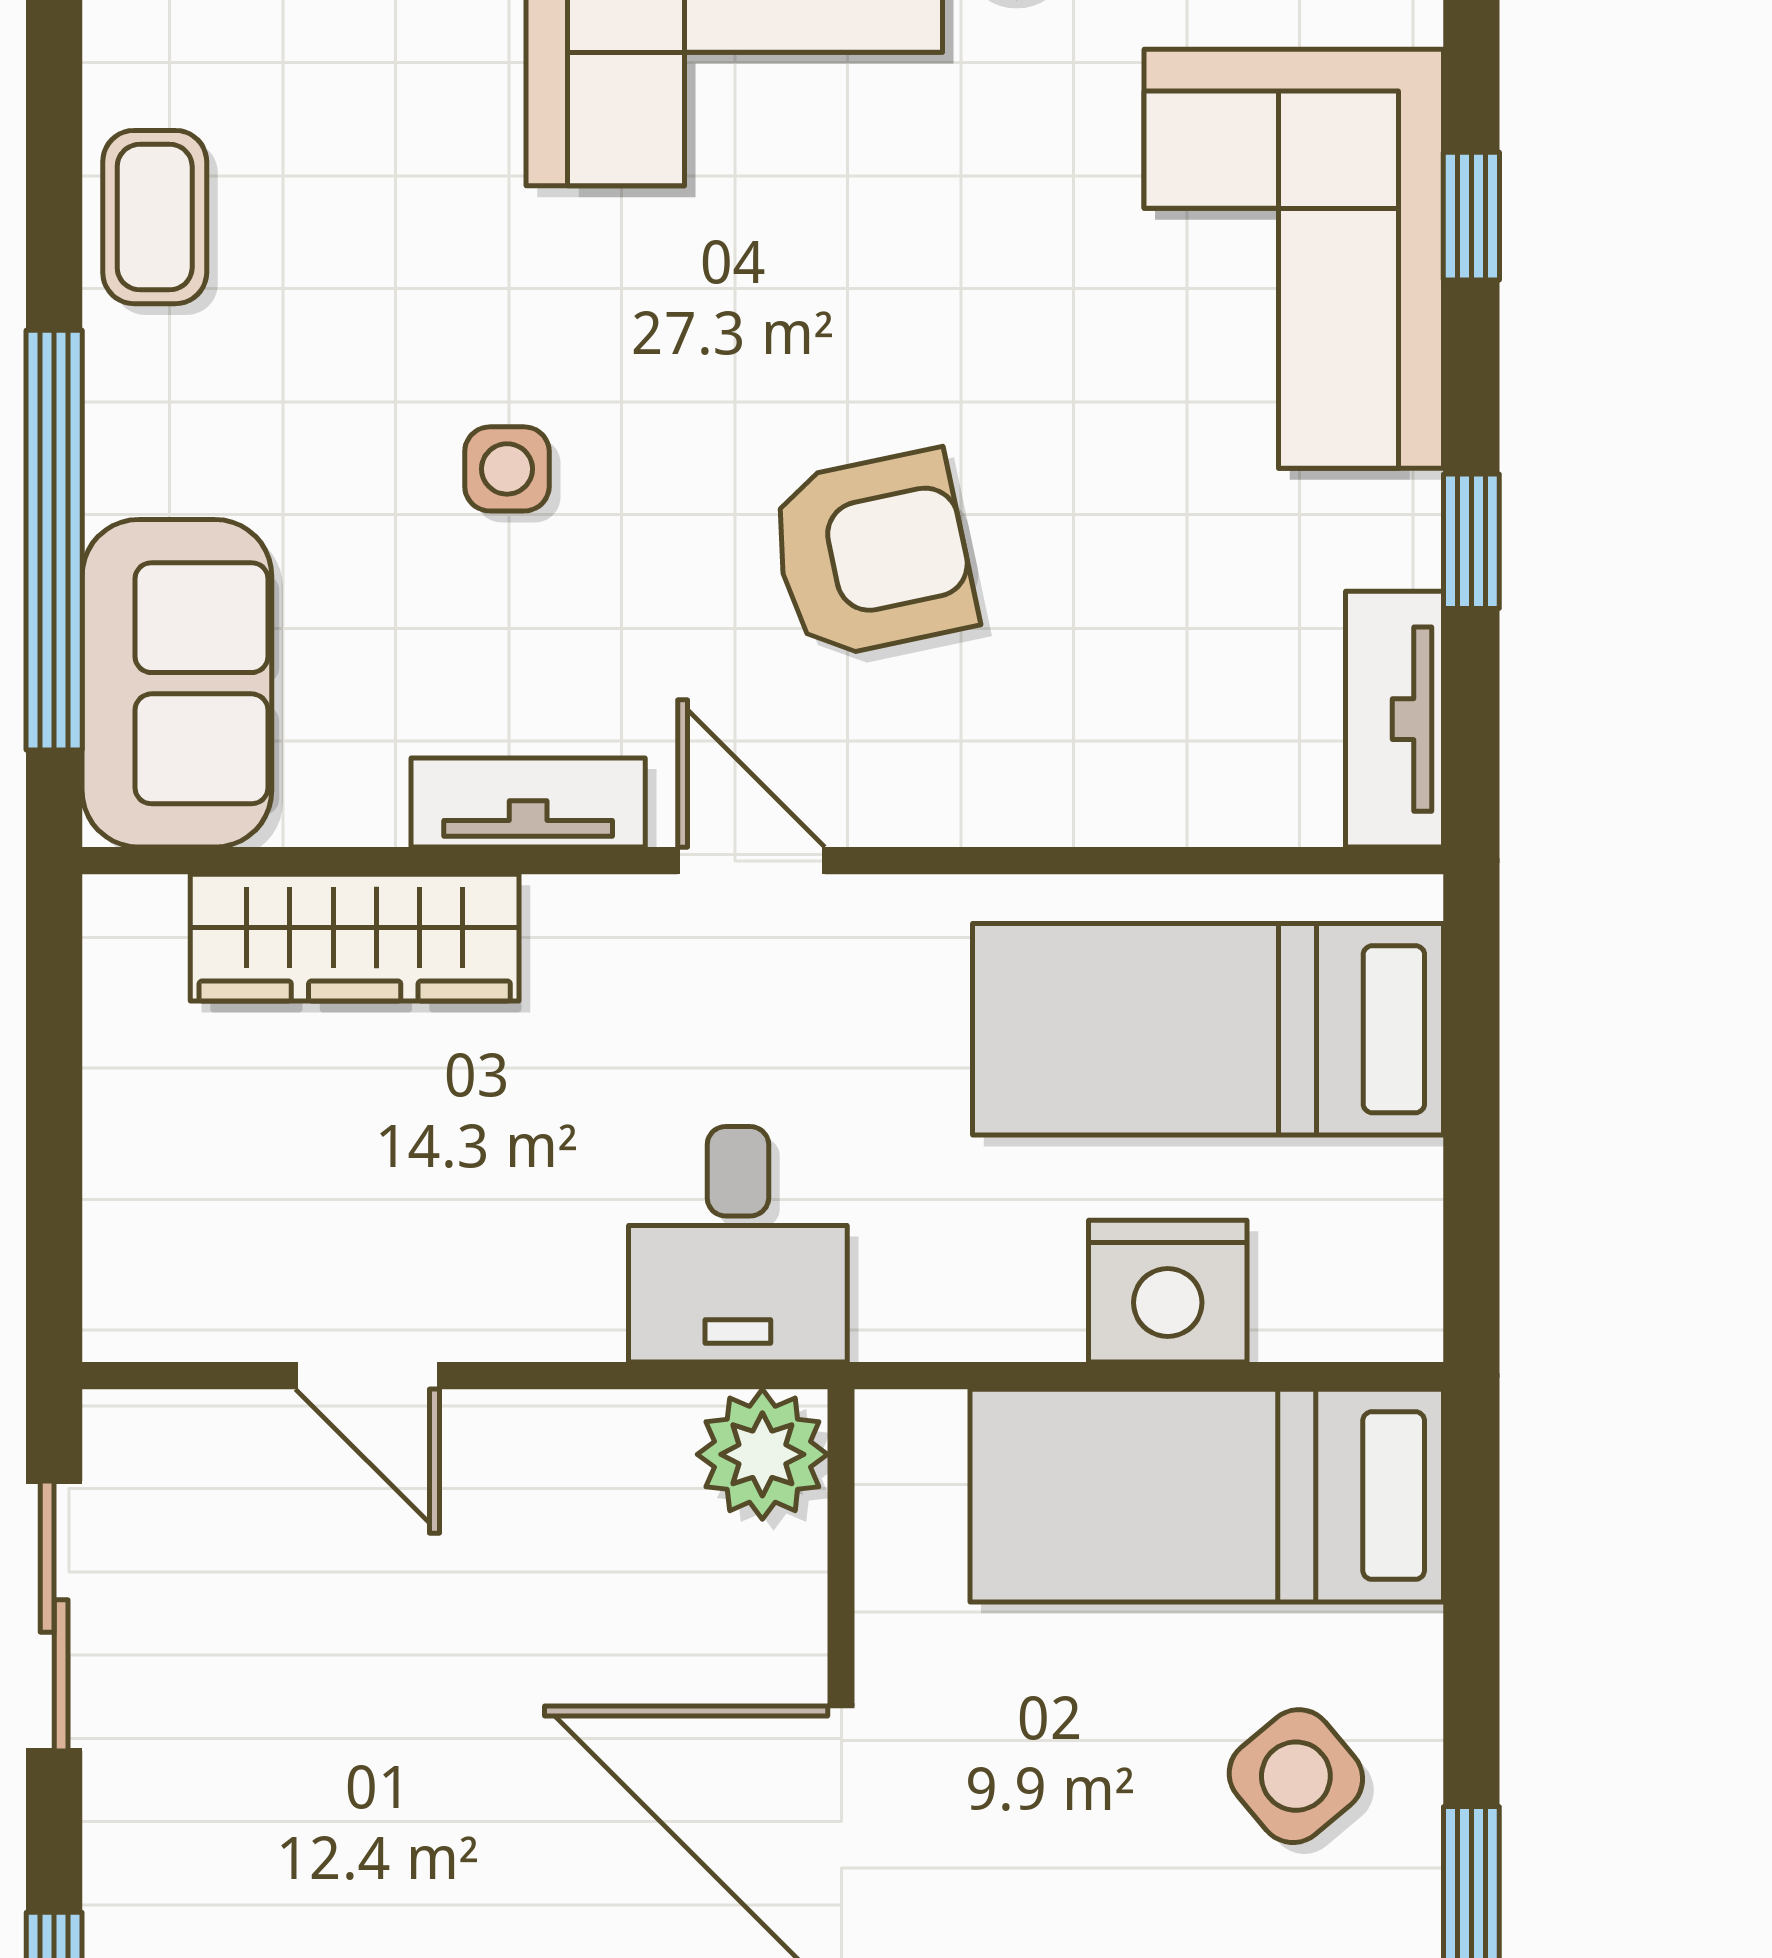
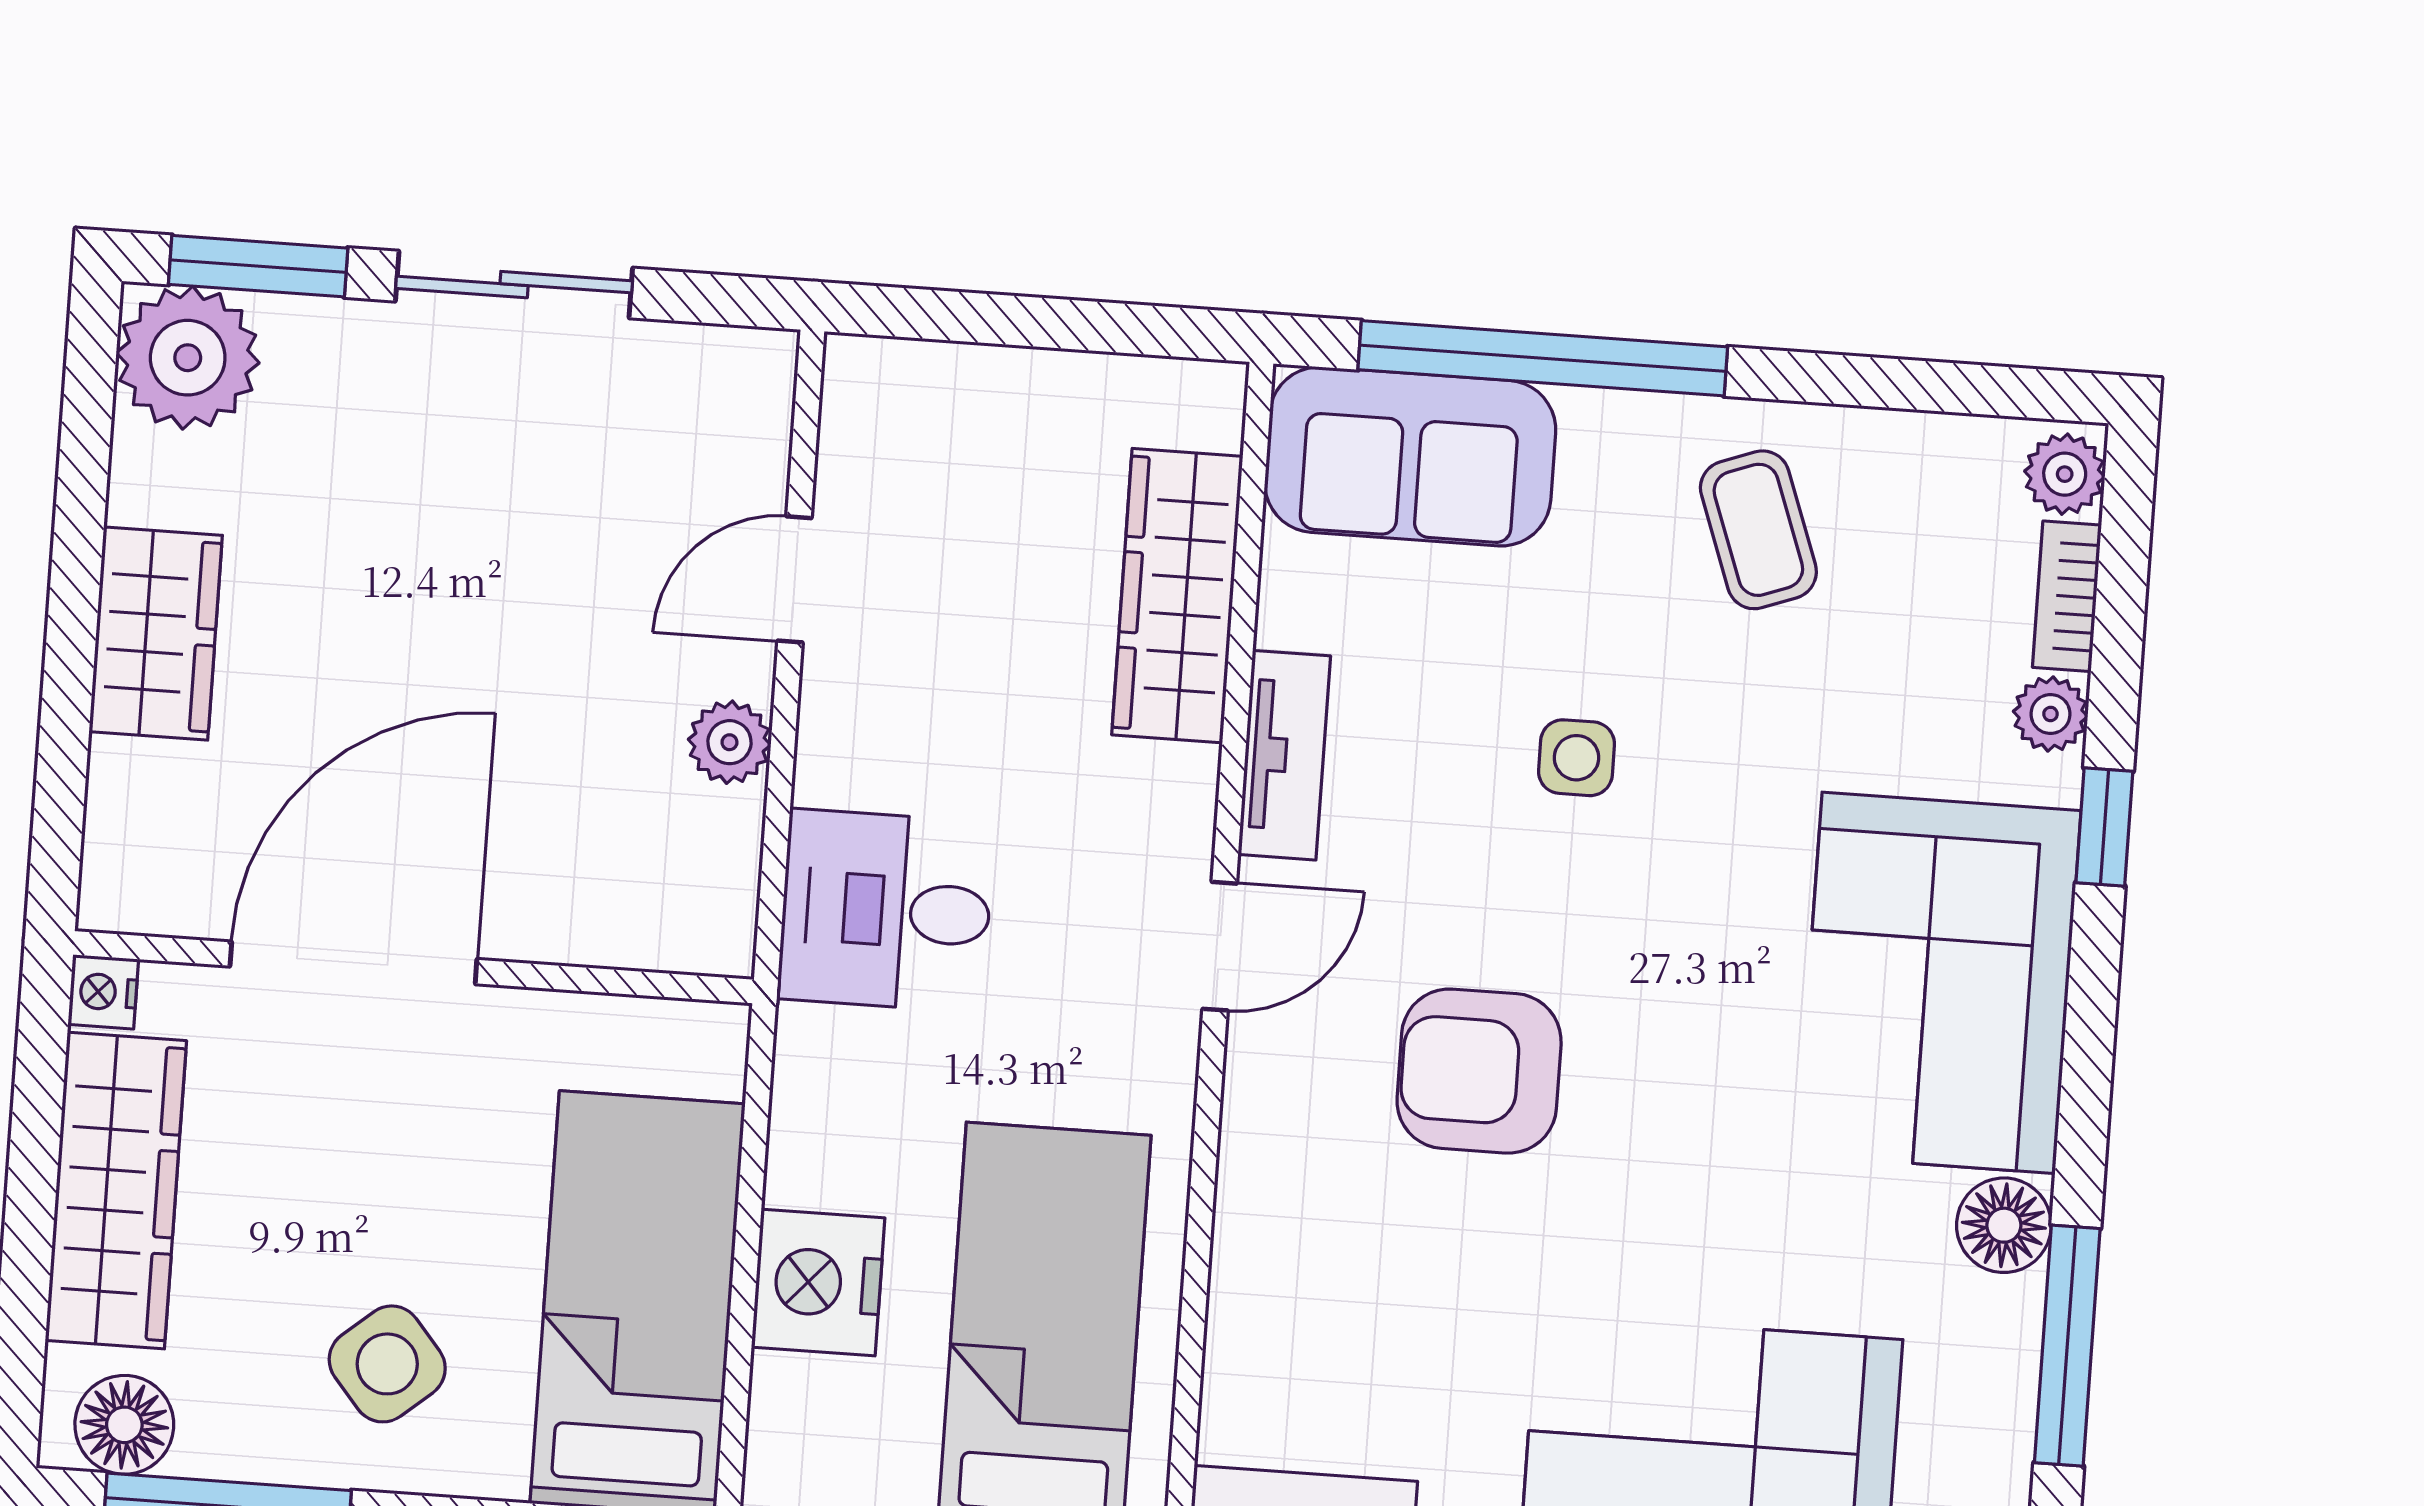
coffee table: (155, 217) -> (1758, 530), moved, turned 70
armchair: (872, 555) -> (1479, 1071), turned 102
plant: (762, 1454) -> (729, 742), moved, width x0.73, depth x0.73
sliding door: (54, 1616) -> (514, 285), moved

